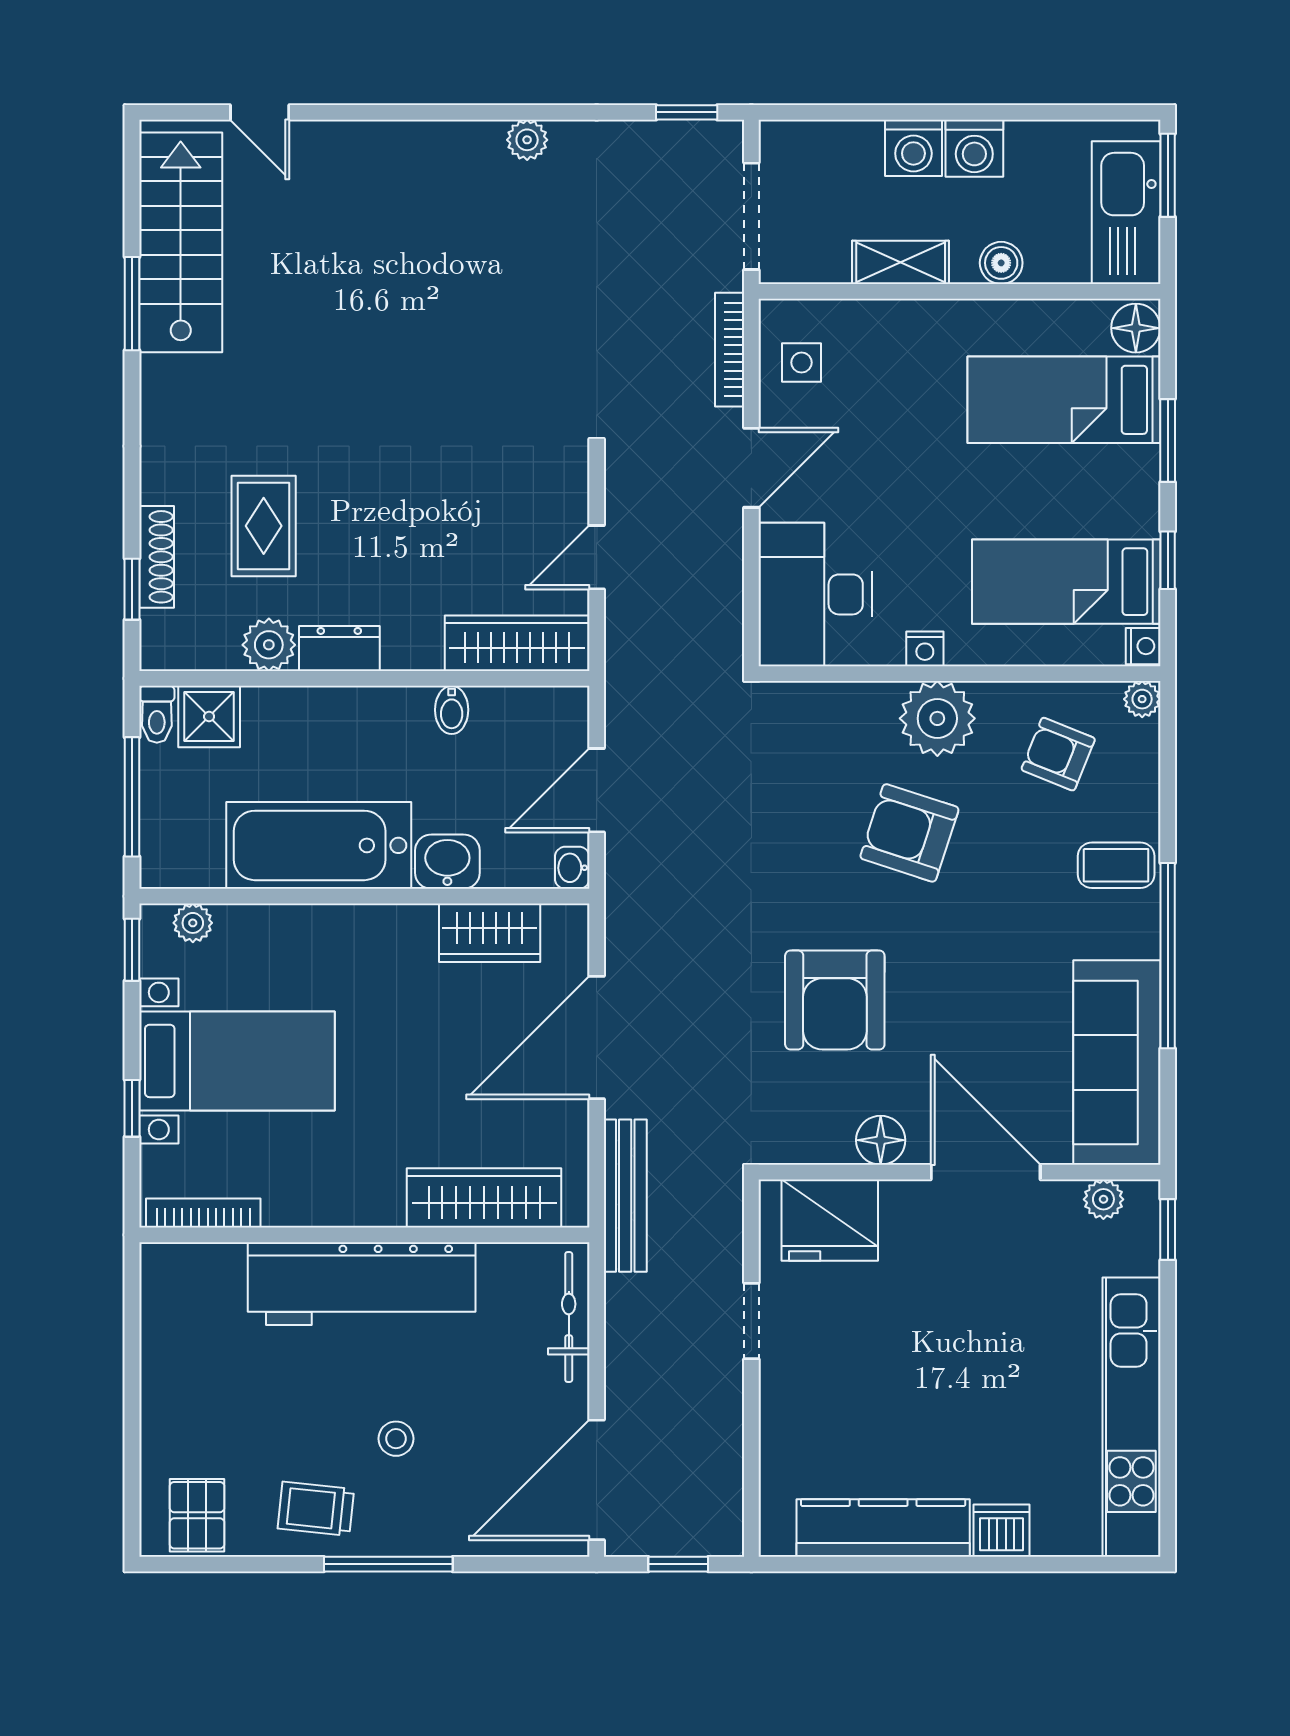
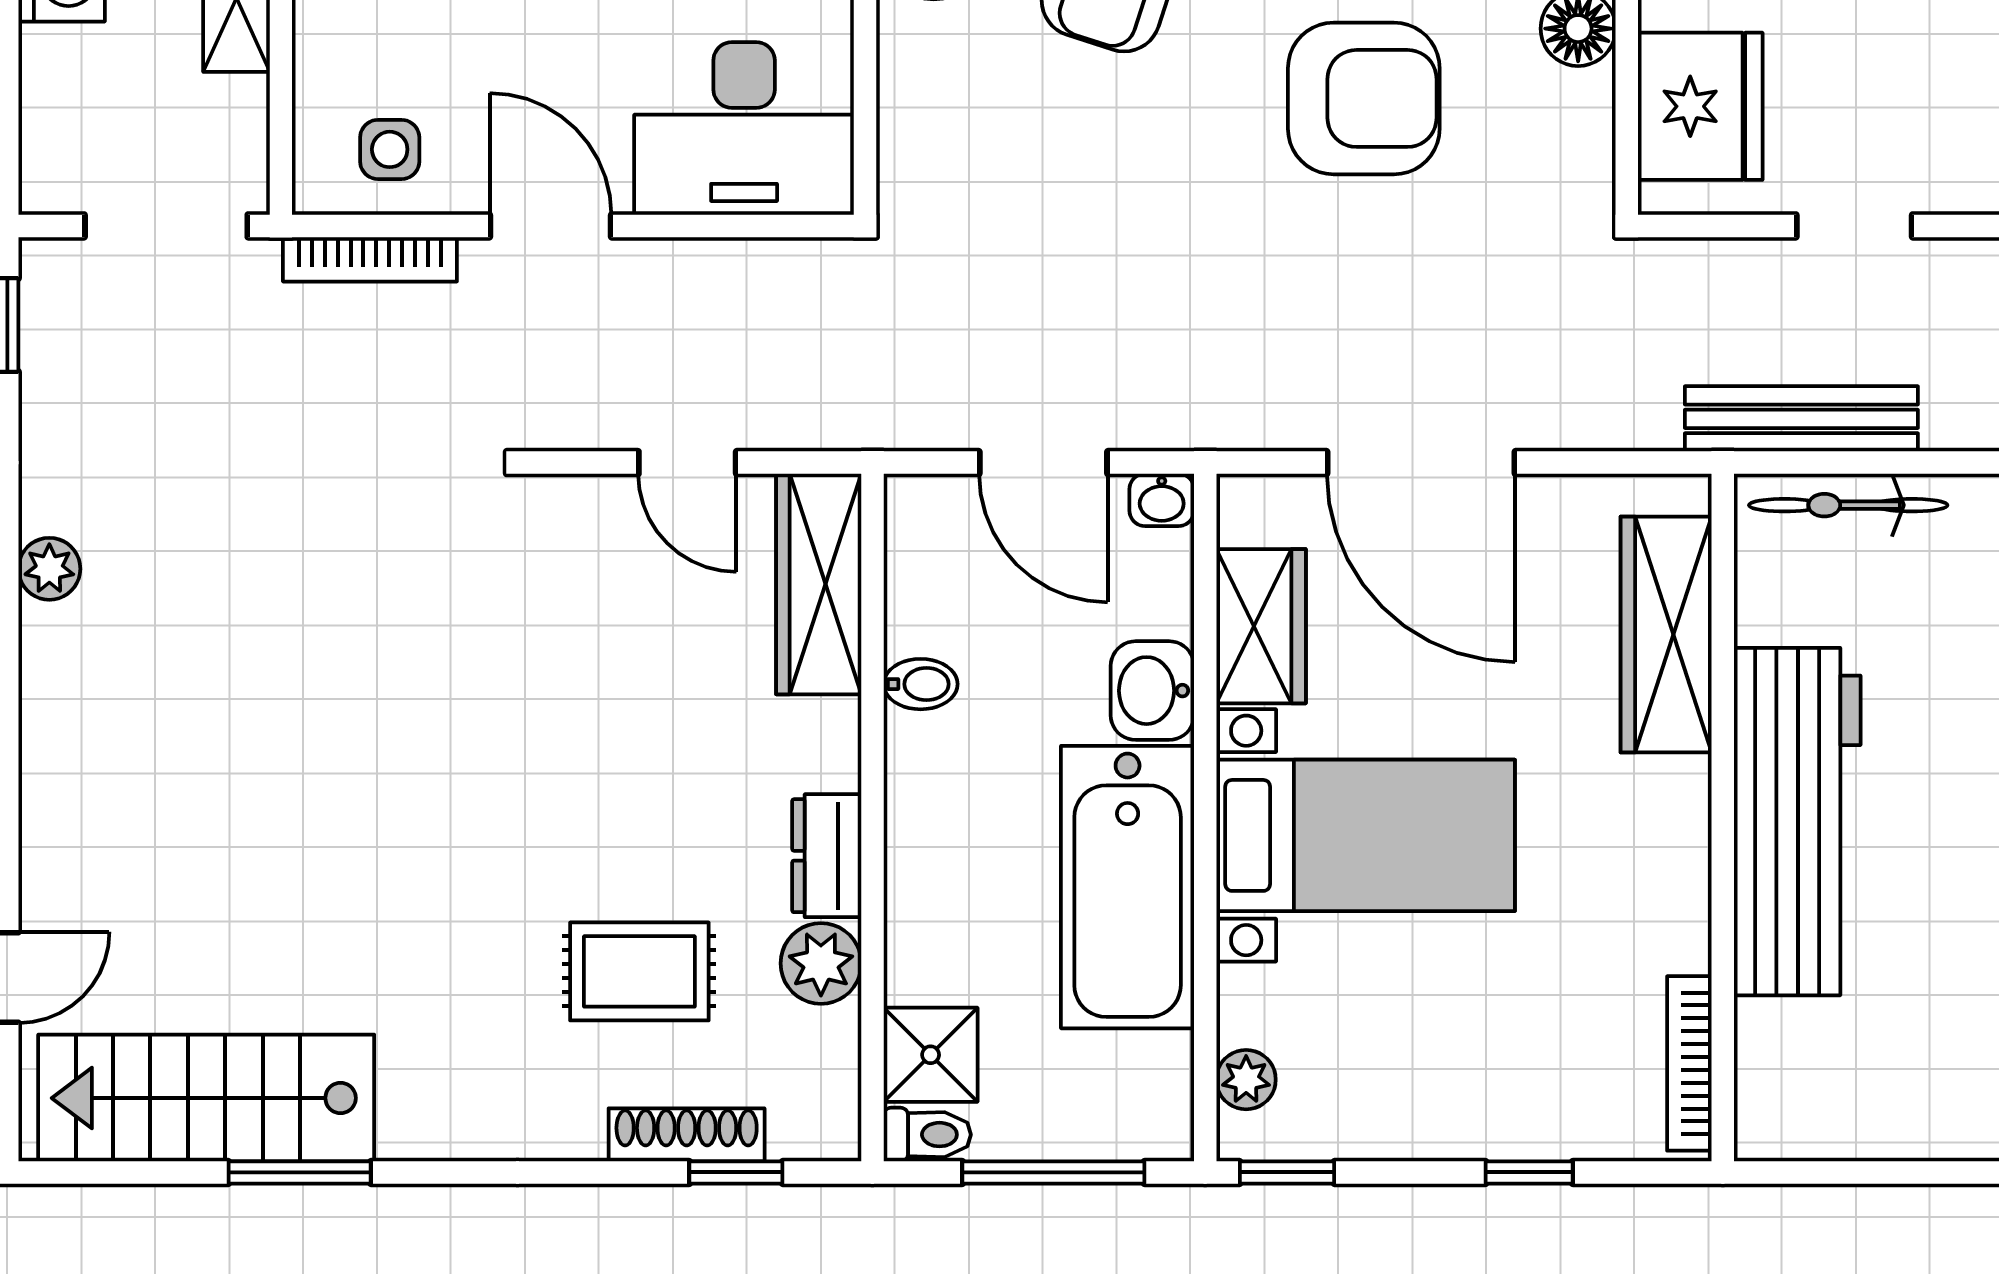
bed with nightstands: (237, 1061) -> (1366, 835), moved, turned 90
bench: (625, 1196) -> (1801, 419), moved

